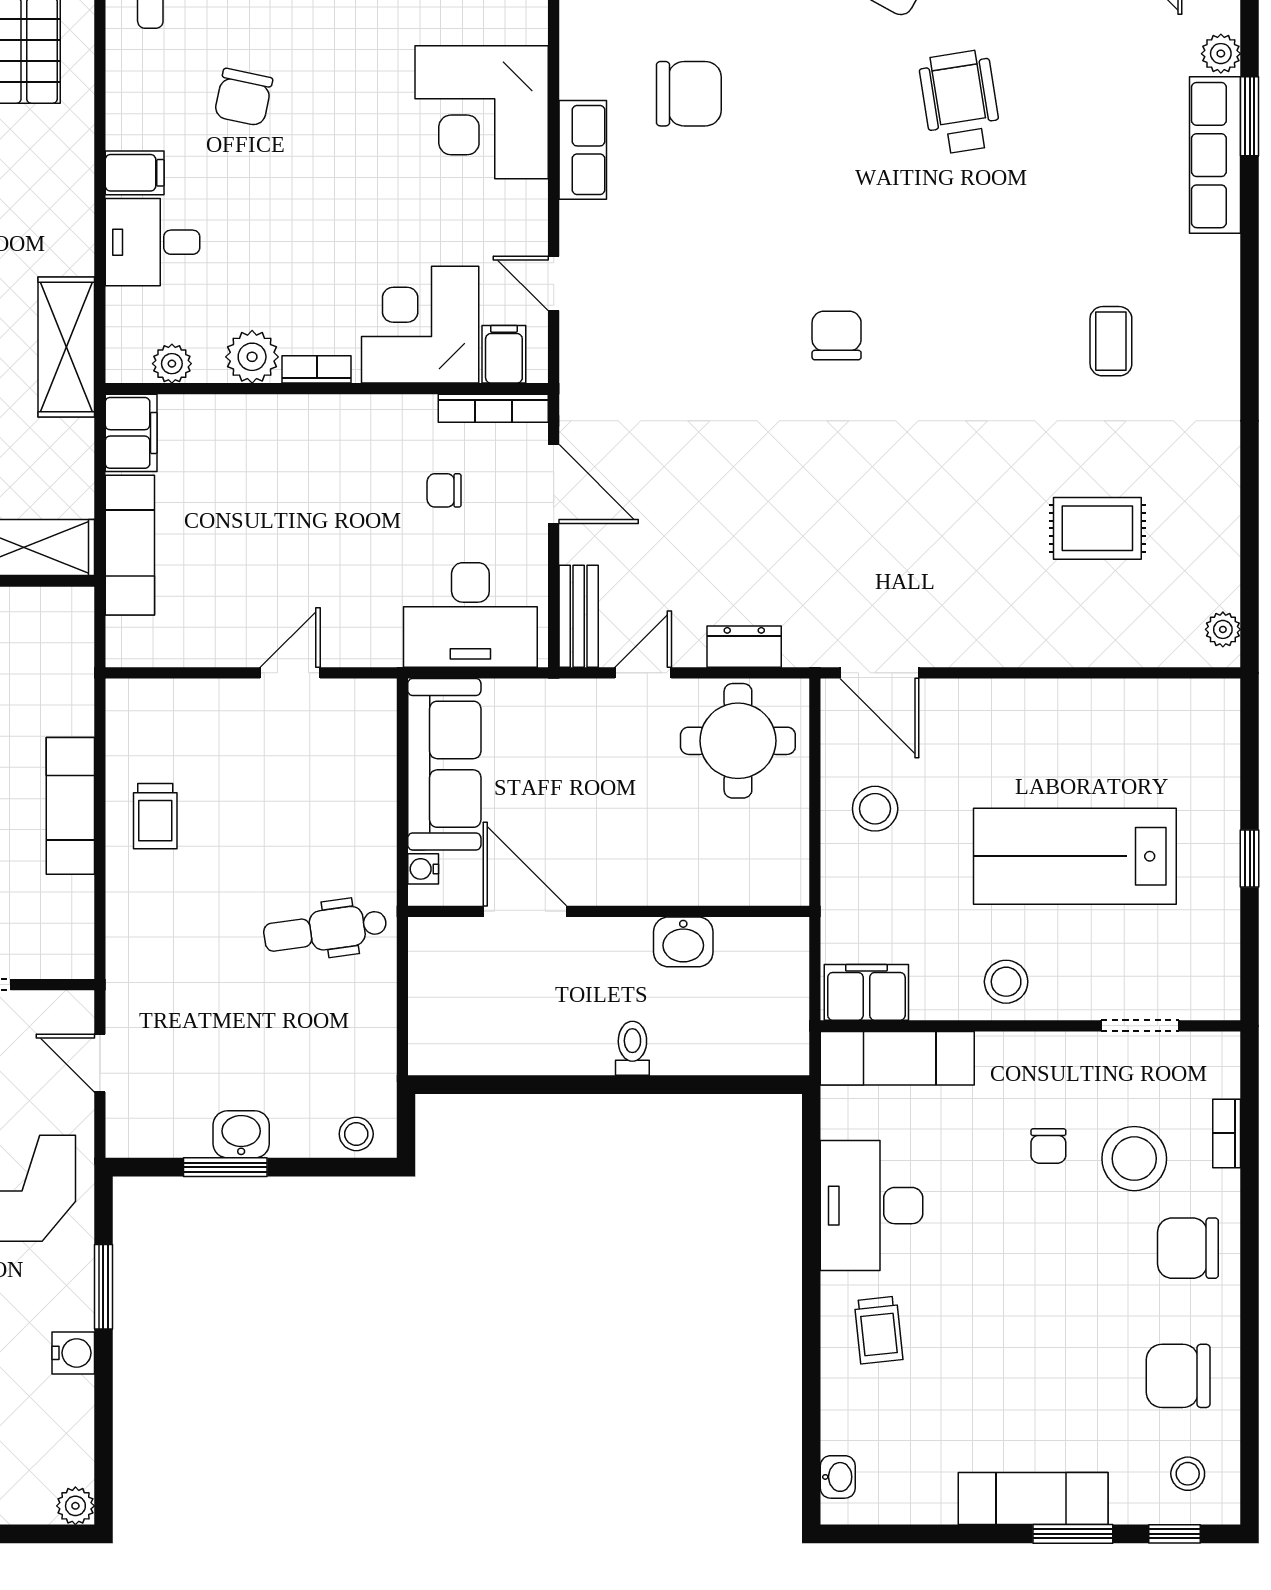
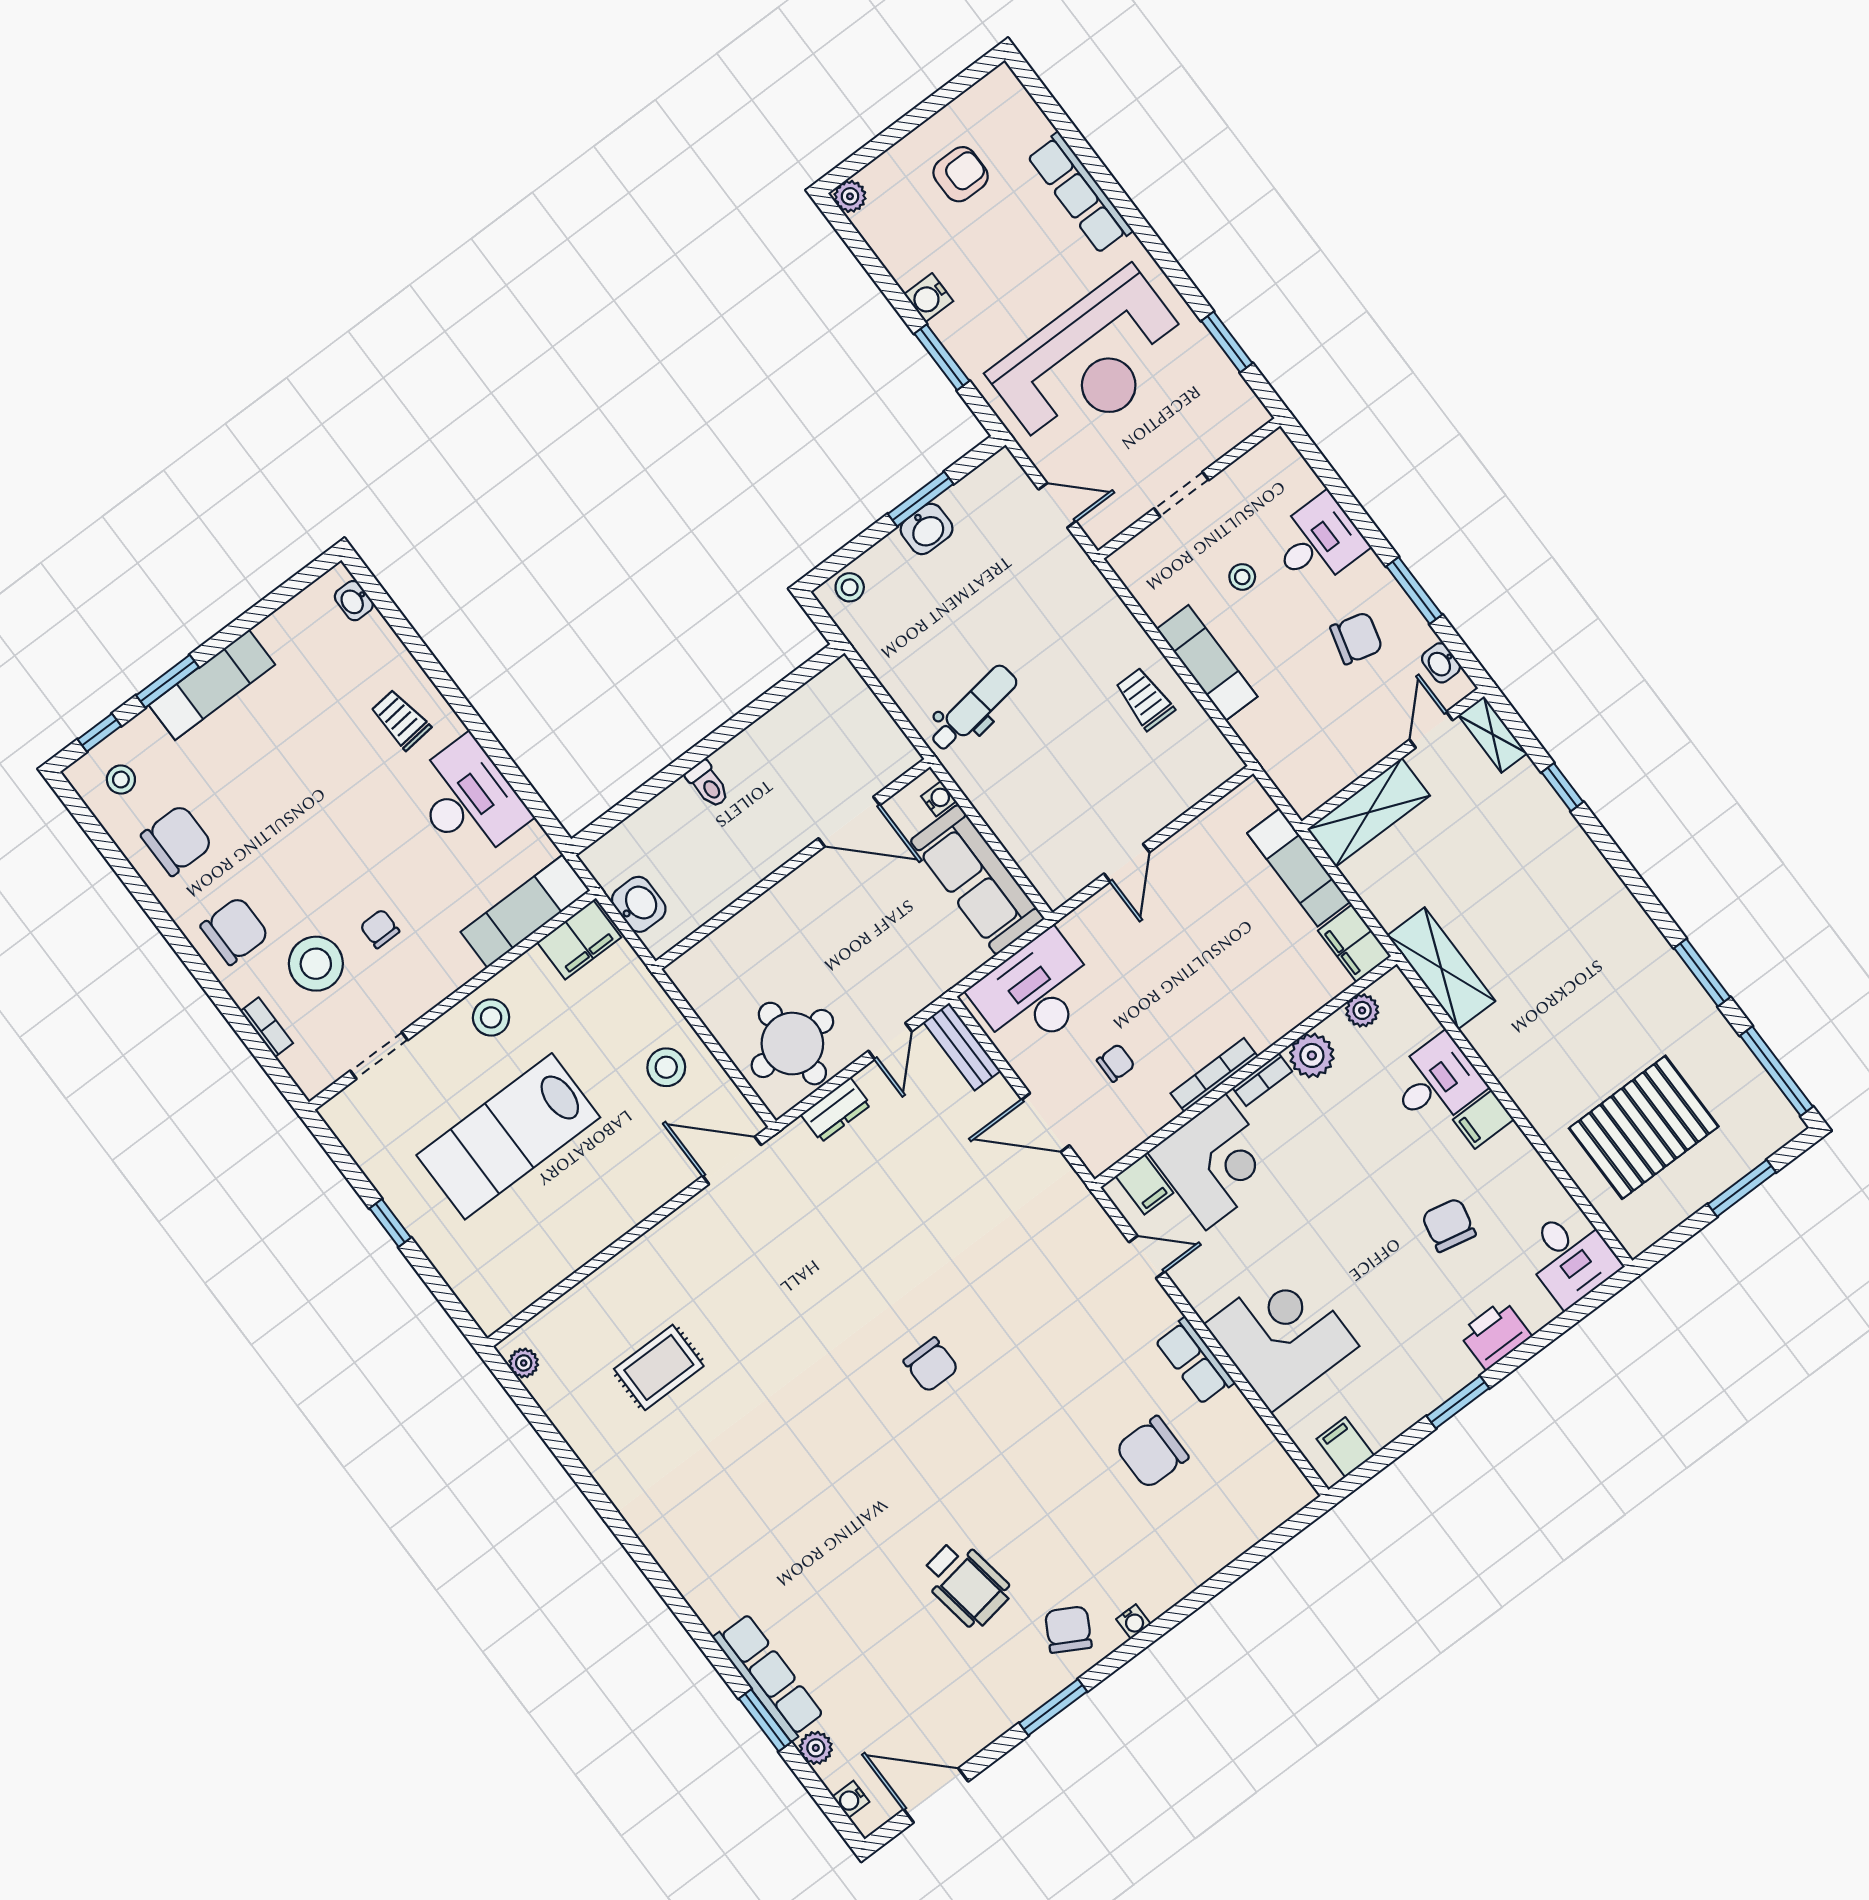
coffee table: (1111, 341) -> (744, 1500), removed
bookcase: (493, 408) -> (1214, 1075), moved
lab bench: (1075, 856) -> (508, 1136), turned 180
washbasin: (683, 942) -> (639, 904), moved, turned 90

